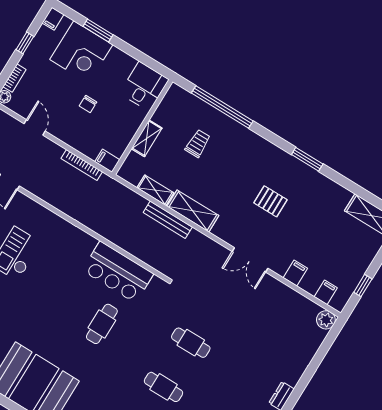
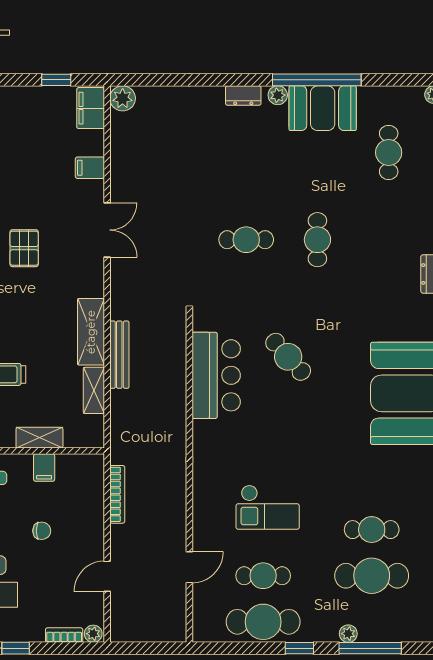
filing cabinet: (107, 161) -> (44, 468), moved
filing cabinet: (326, 292) -> (91, 108), width x2.00
cafe table: (102, 324) -> (288, 357), turned 48
cafe table: (191, 343) -> (246, 240), turned 90

